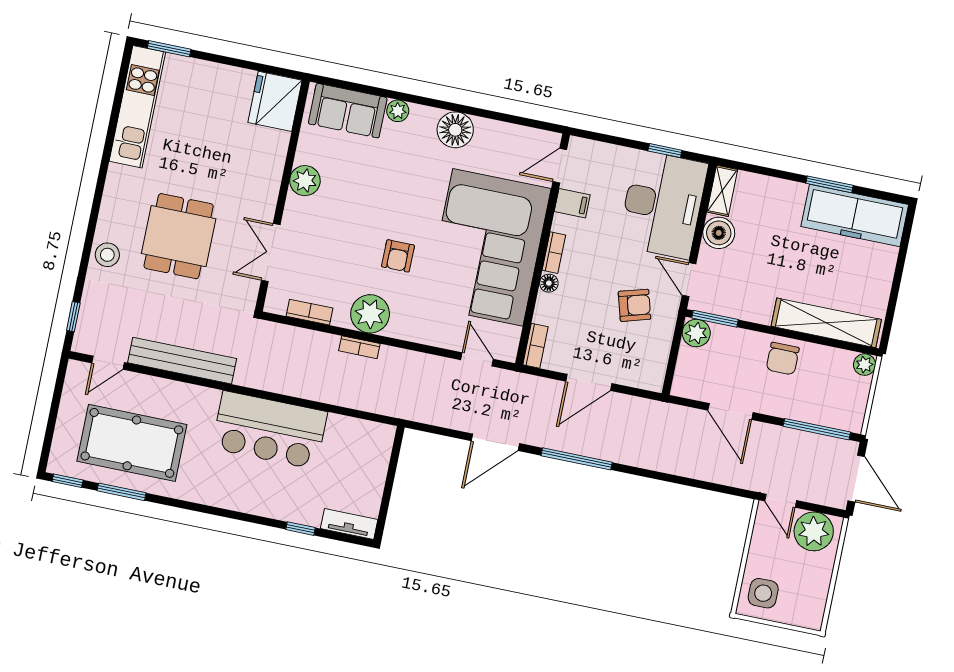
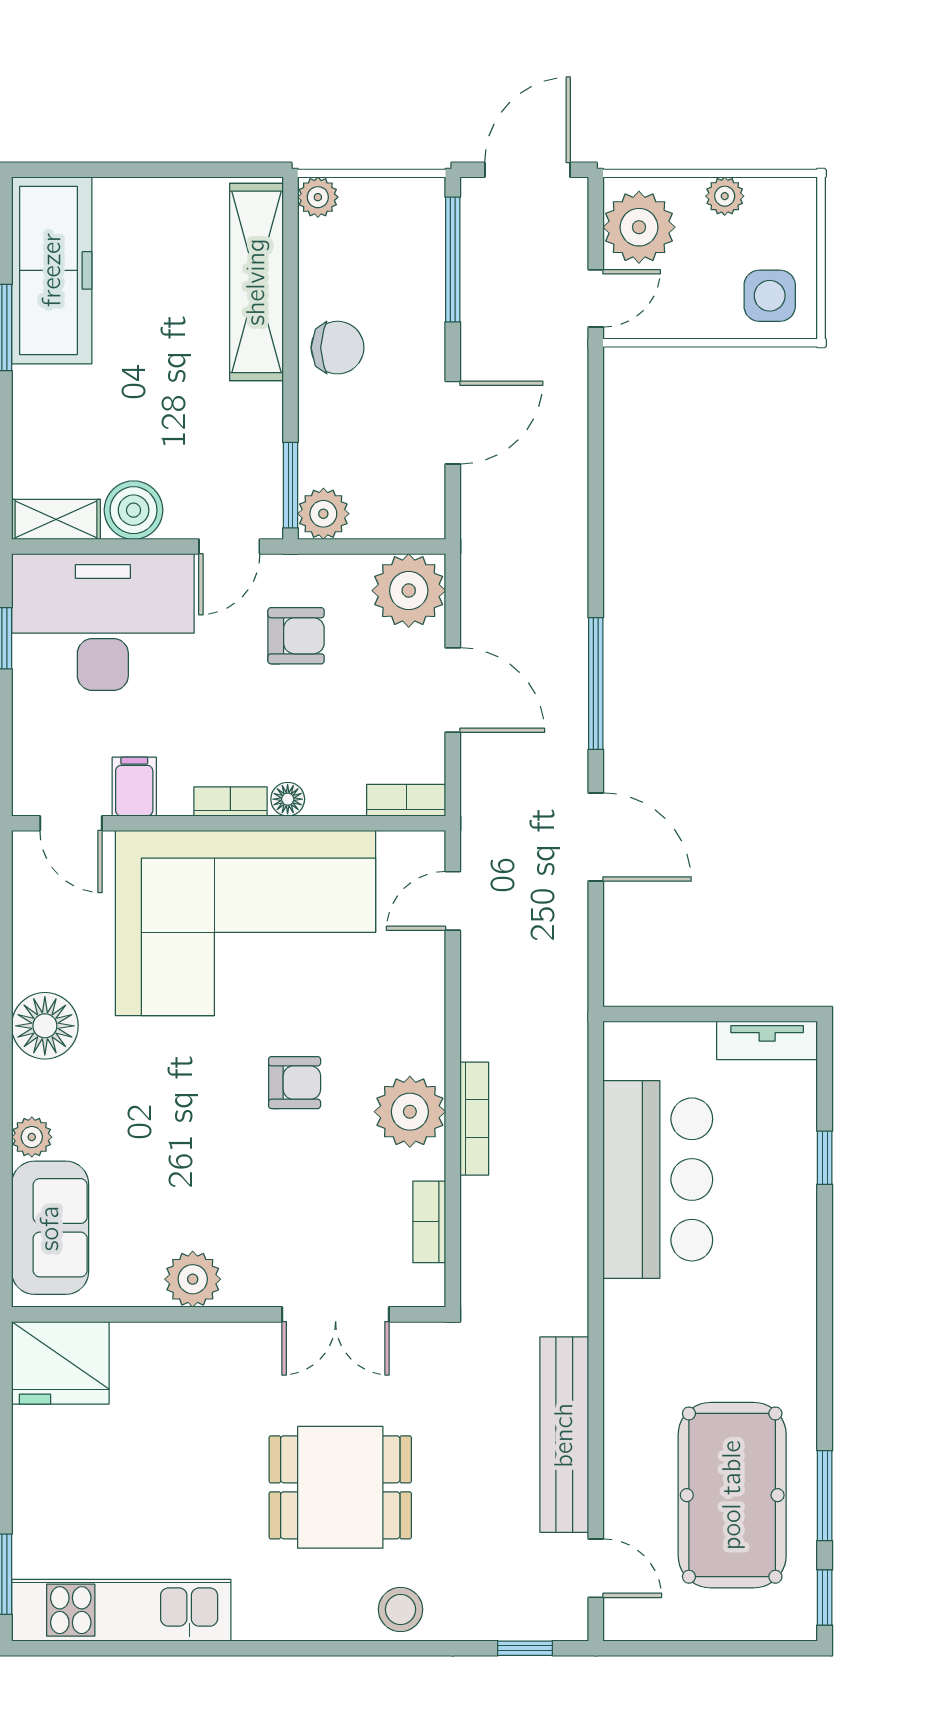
armchair: (635, 305) -> (296, 636), turned 106
bookcase: (359, 347) -> (474, 1119), width x1.56
plant: (646, 370) -> (409, 591), added
bar counter: (269, 430) -> (658, 1179), moved
tv unit: (349, 524) -> (767, 1040), moved, turned -90
plant: (821, 580) -> (725, 196), added

